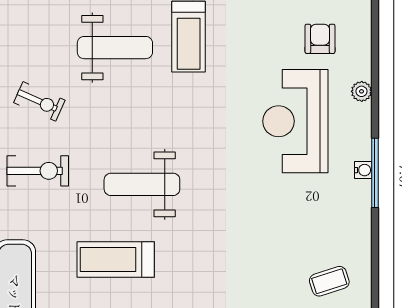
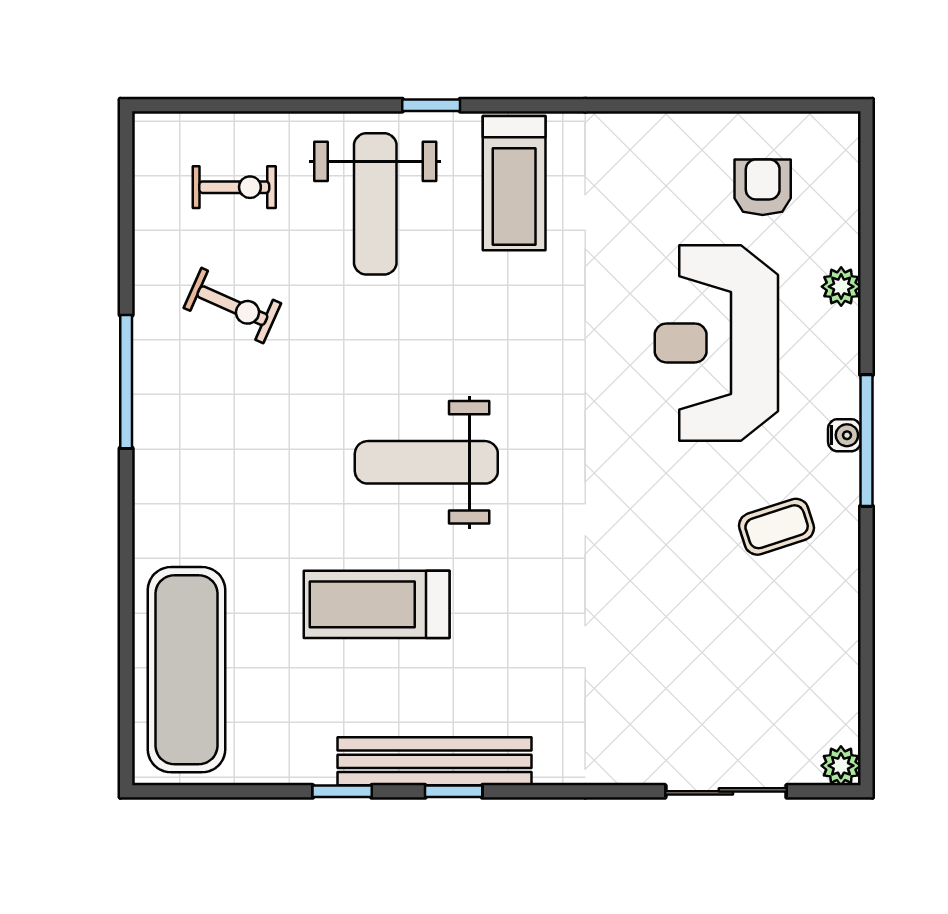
weight bench: (115, 48) -> (375, 204), turned 90
exercise bike: (38, 171) -> (234, 187), moved, width x0.73, depth x0.72
coffee table: (329, 281) -> (777, 527), moved

